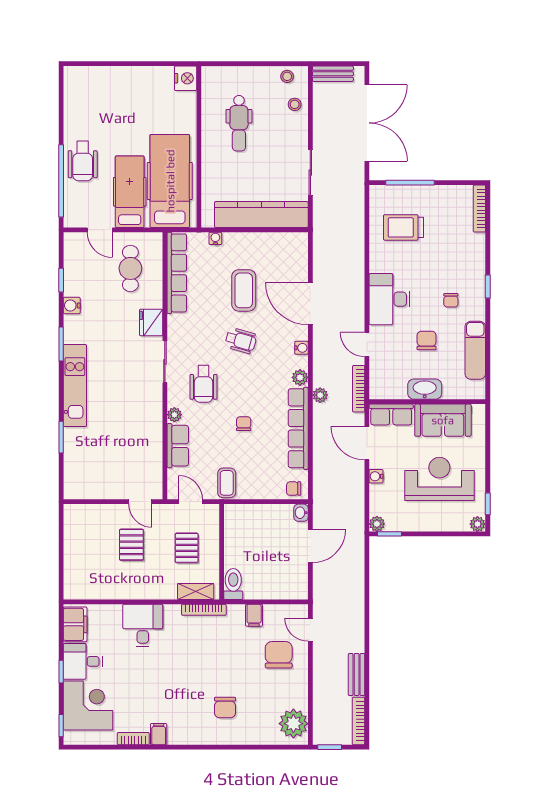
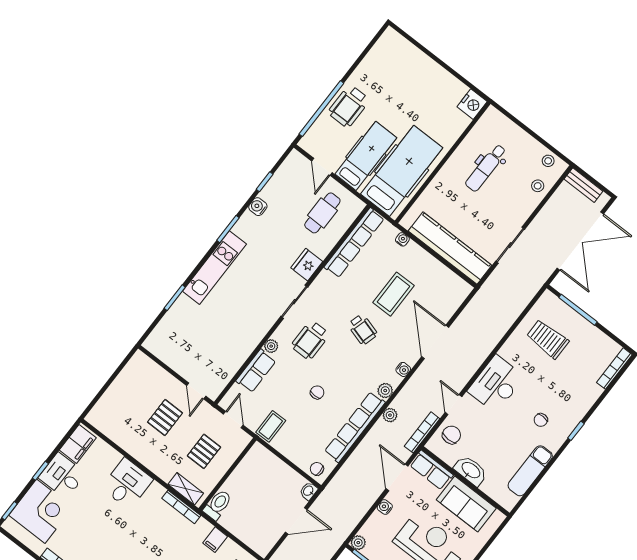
chair: (427, 340) -> (451, 435), moved

